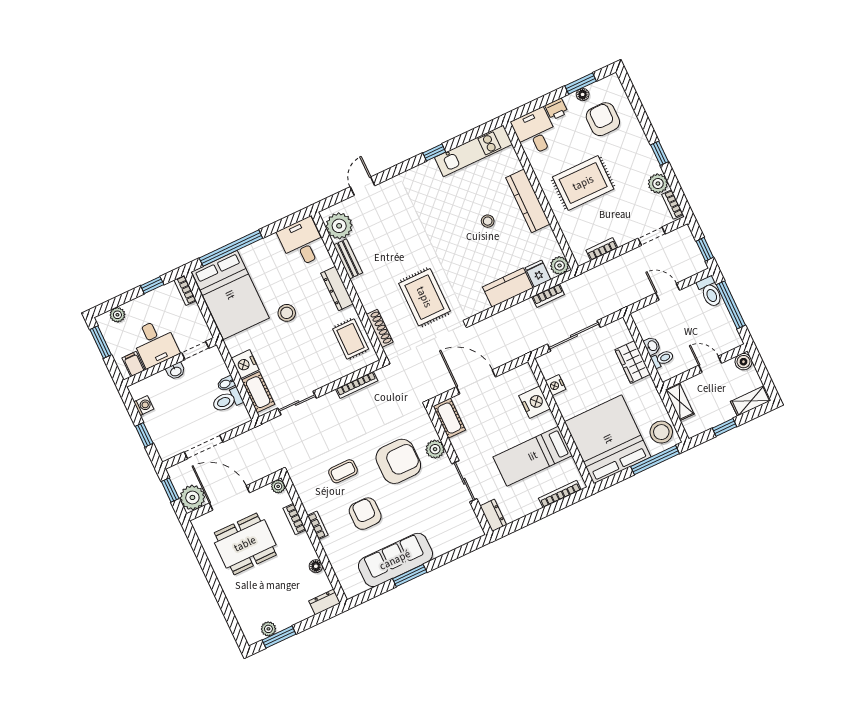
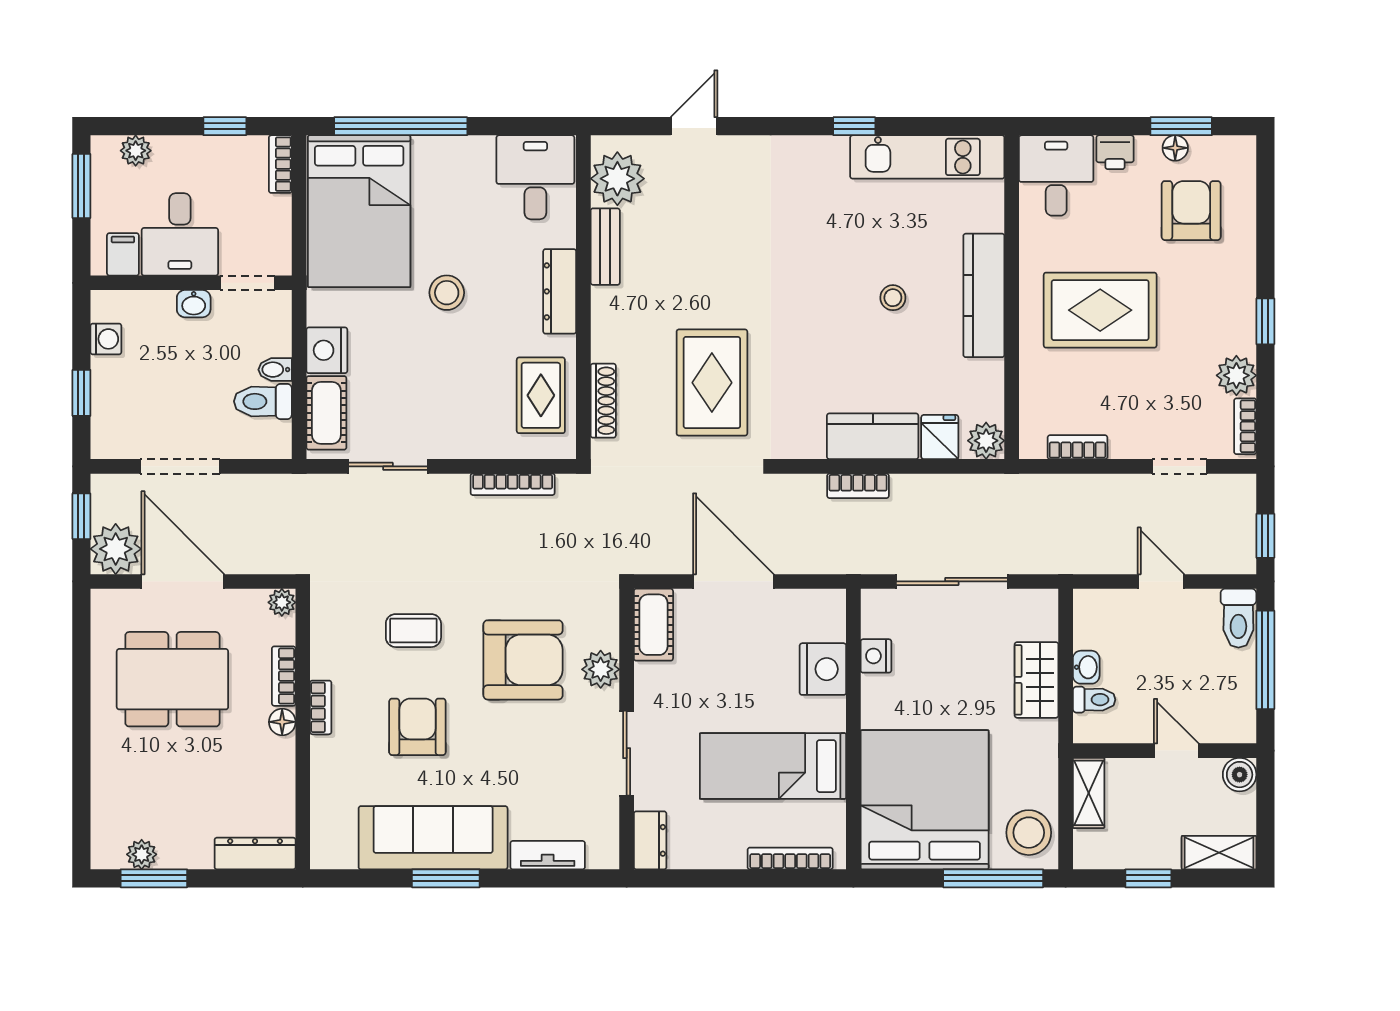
bookcase: (548, 296) -> (858, 486), moved
tv unit: (450, 544) -> (548, 855), added
floor lamp: (316, 566) -> (282, 722), moved
dresser: (325, 602) -> (255, 853), width x1.44

